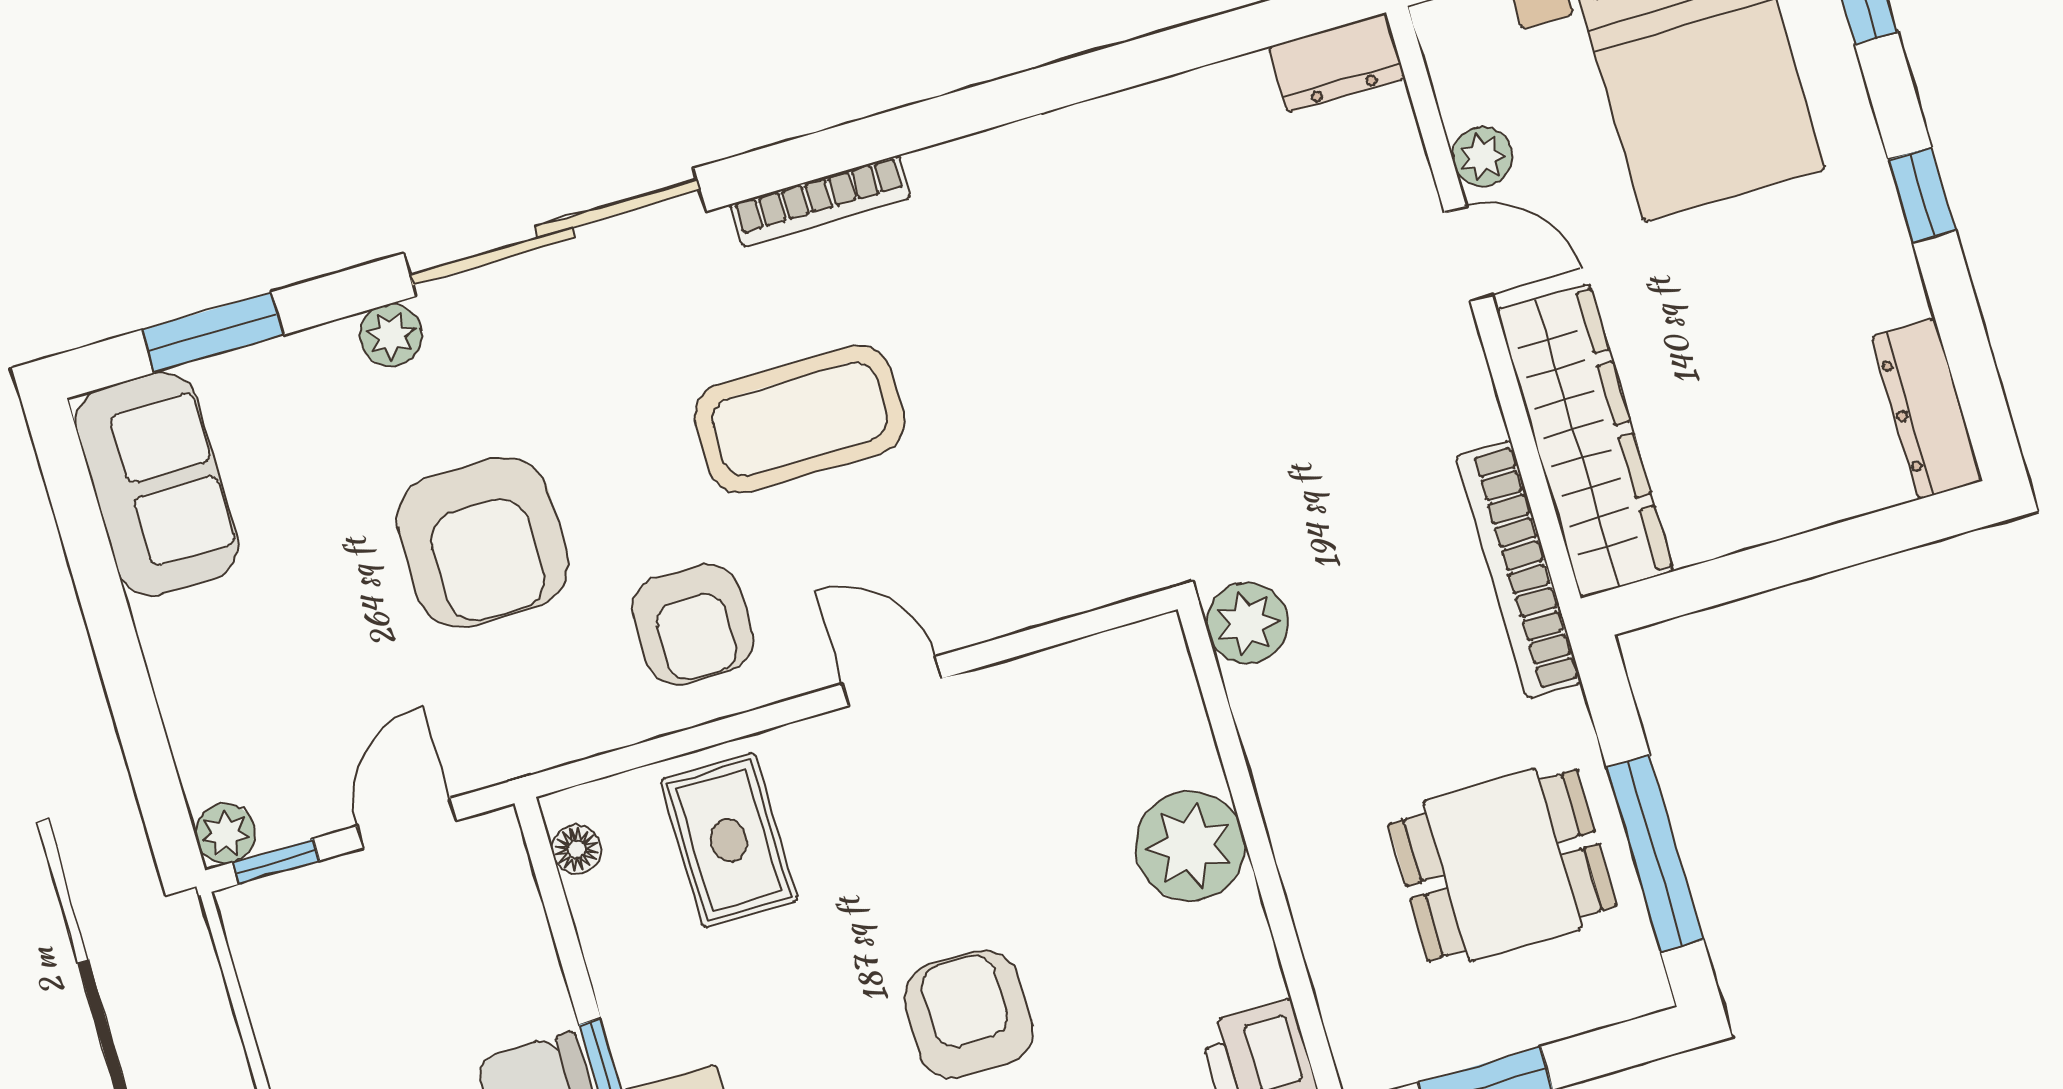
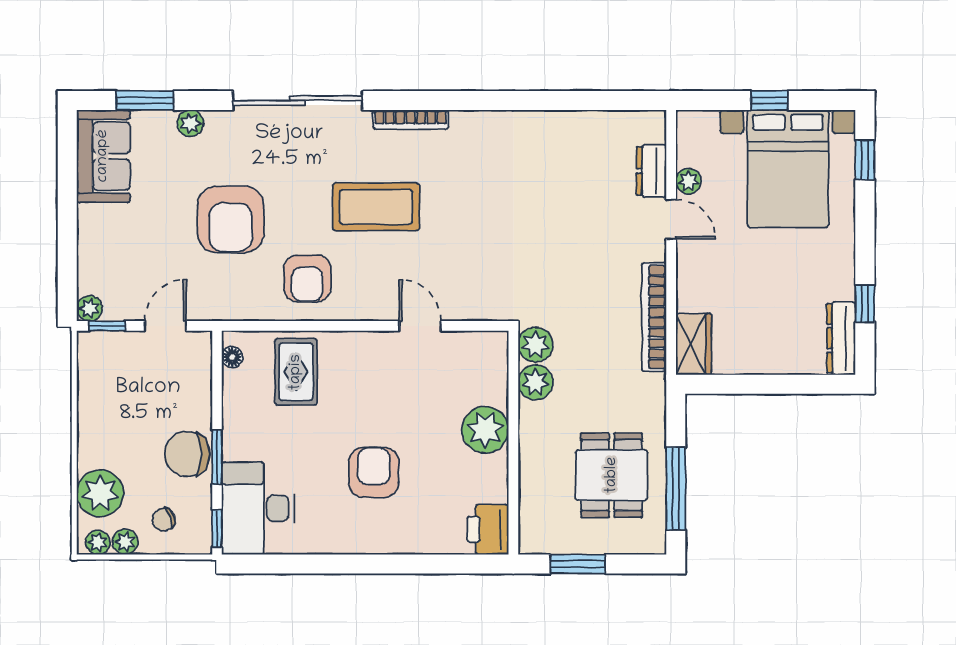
dresser: (1337, 63) -> (651, 171), moved, turned 90
window: (1922, 195) -> (865, 304), moved
plant: (391, 335) -> (190, 123), moved
wardrobe: (1585, 441) -> (694, 344), width x0.48, depth x0.85
bookcase: (1519, 569) -> (654, 317), moved
door: (892, 681) -> (420, 326), moved
plant: (1272, 707) -> (536, 382), added
dining table: (1503, 865) -> (612, 475), turned 90

